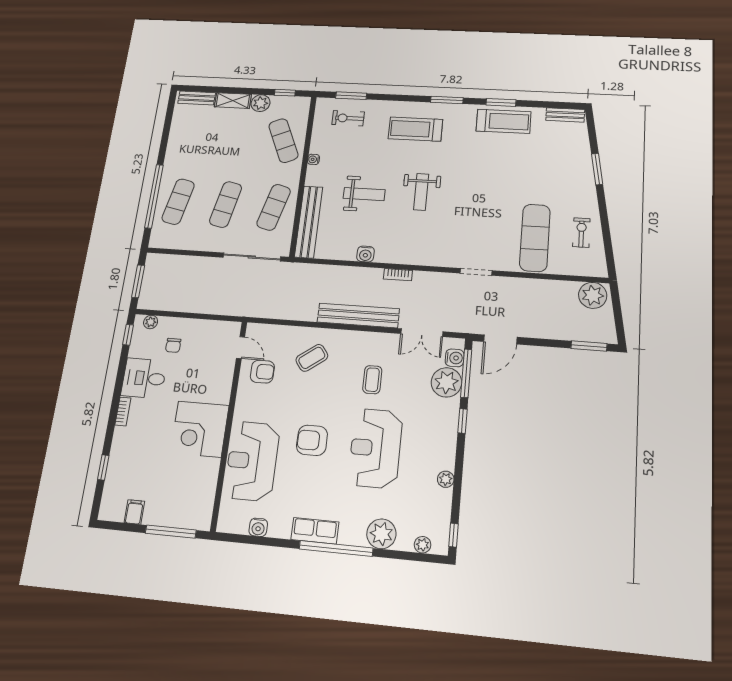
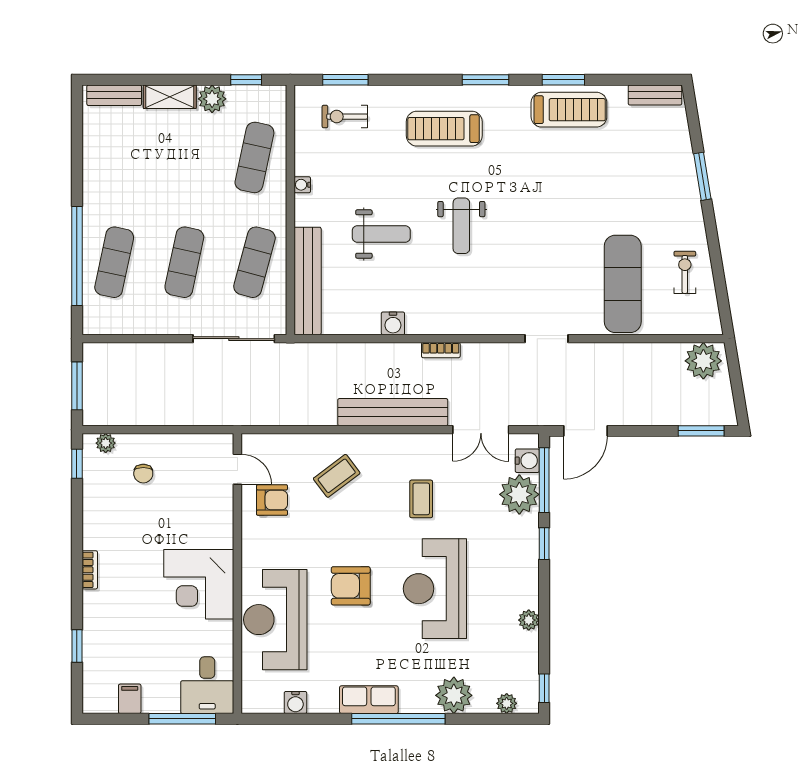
exercise mat: (283, 141) -> (254, 157), turned 36
desk: (144, 378) -> (207, 685), moved, turned -90

